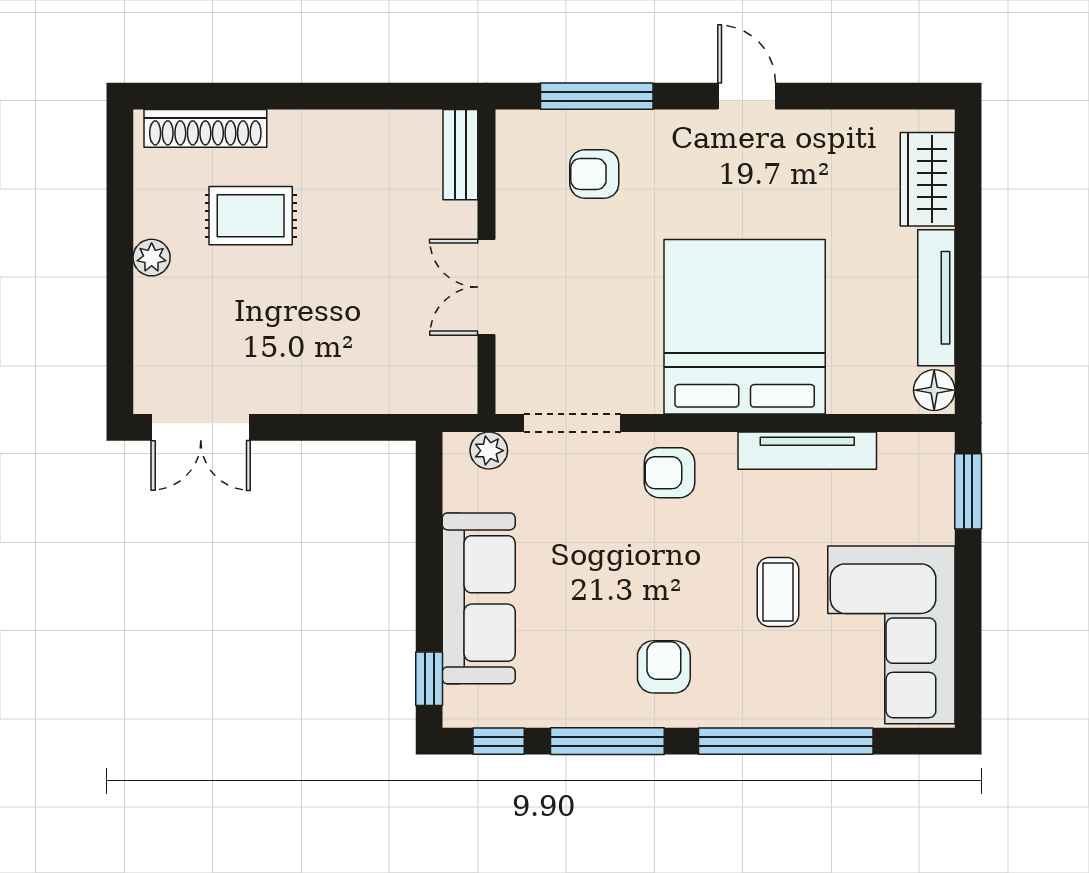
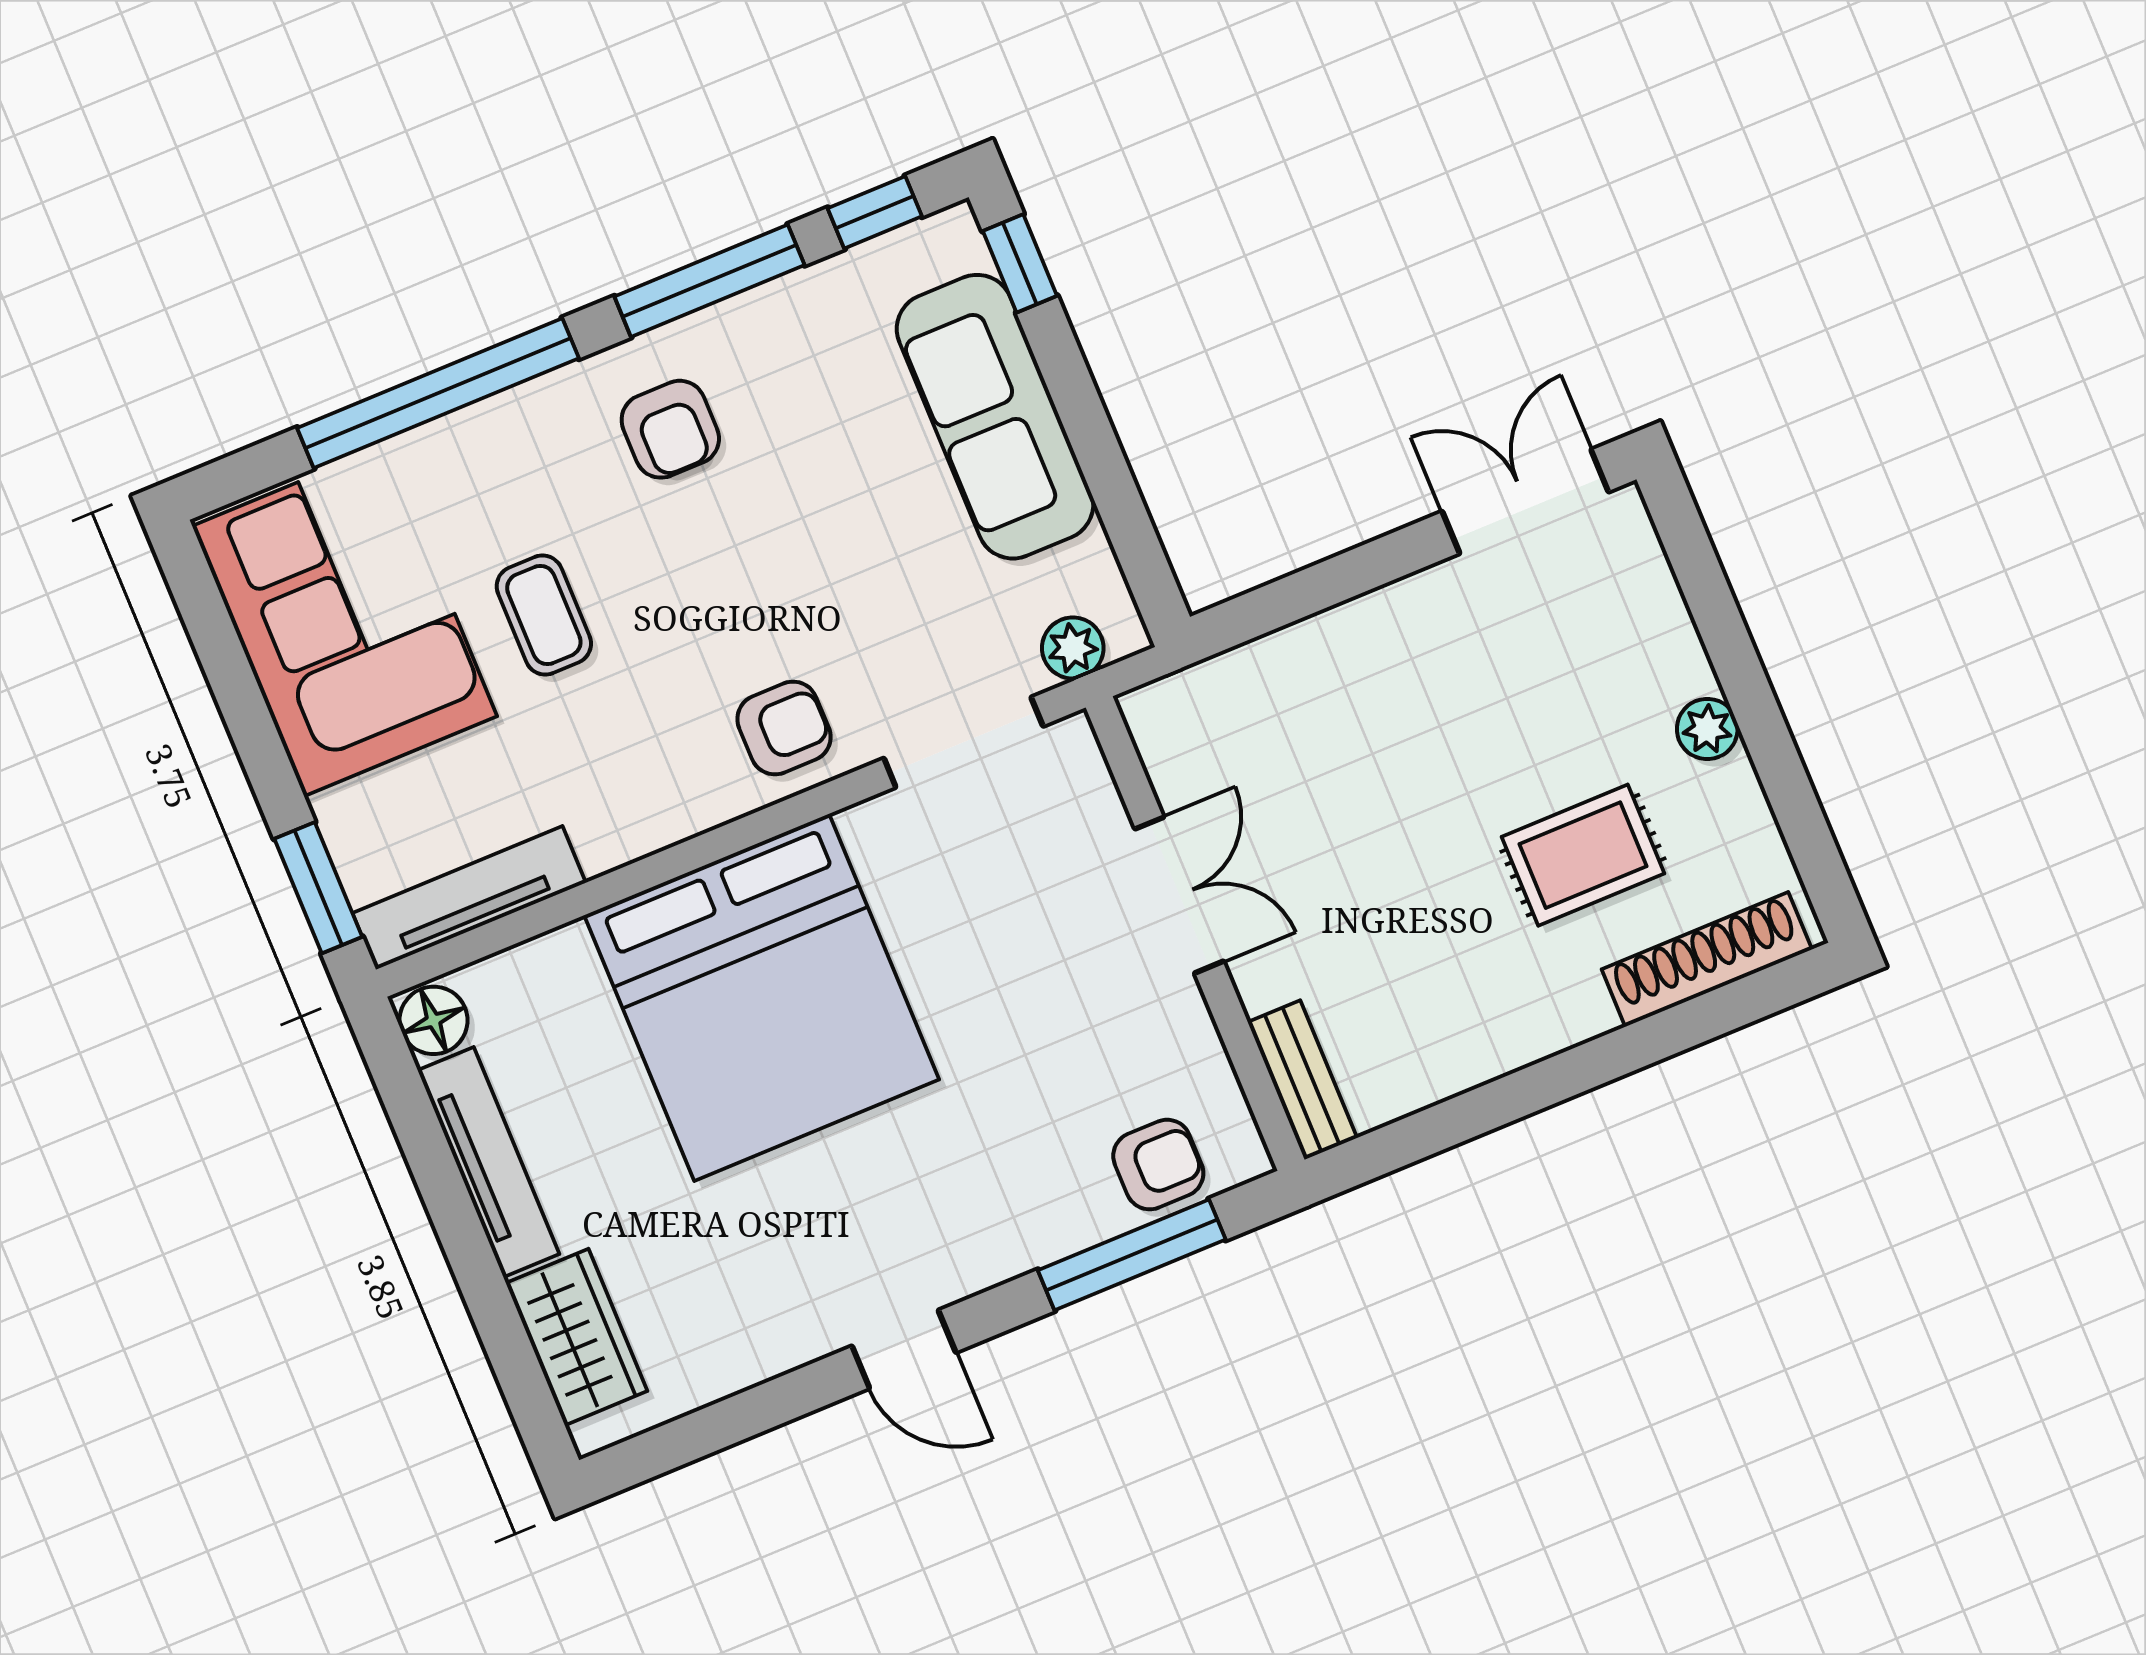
armchair: (594, 174) -> (1158, 1165), moved
tv unit: (807, 451) -> (469, 898), moved

